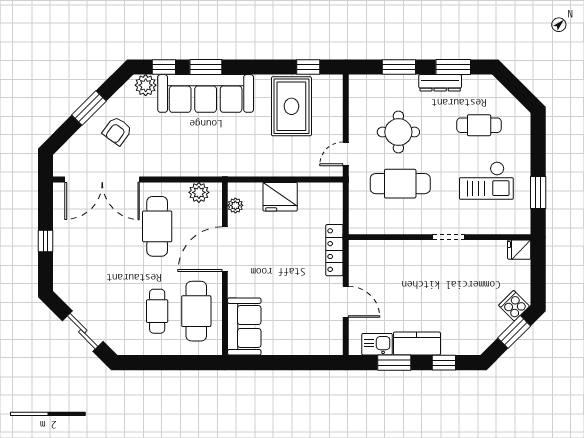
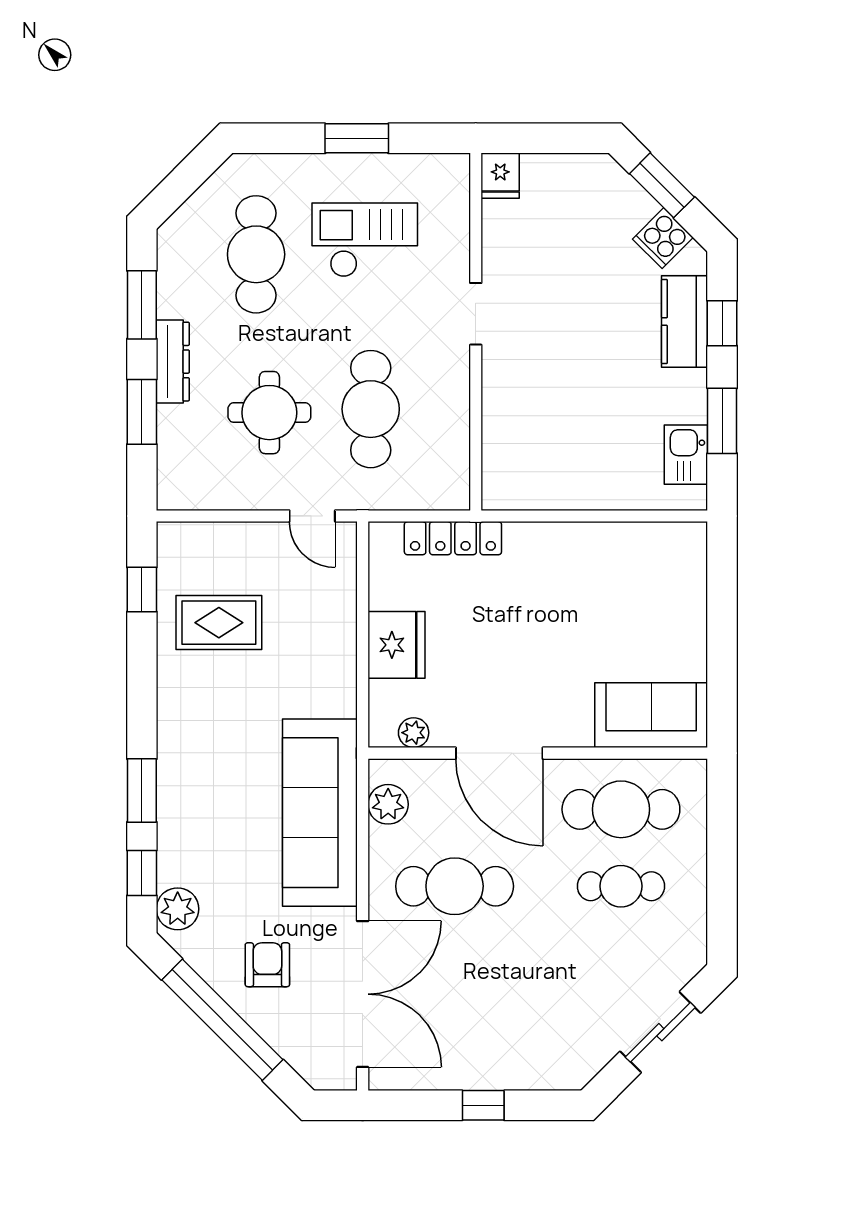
dresser: (440, 83) -> (173, 362), moved
sofa: (206, 93) -> (320, 813), moved, turned 180
rug: (291, 106) -> (219, 623), width x0.73, depth x0.70
window: (89, 108) -> (222, 1020), width x2.11
cafe table: (479, 125) -> (256, 254), width x1.37, depth x1.35
armchair: (117, 131) -> (267, 965), turned -126
checkout: (486, 181) -> (365, 240), turned -90
window: (538, 192) -> (357, 138), moved
locker: (334, 250) -> (453, 538), moved
door: (346, 302) -> (603, 516), removed
cooker: (514, 306) -> (663, 238), moved
kitchen counter: (417, 344) -> (685, 322), moved

